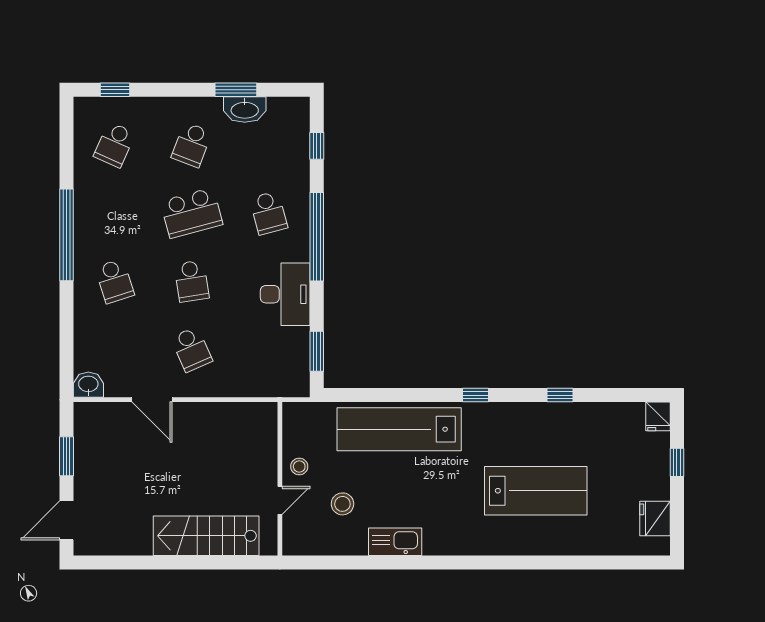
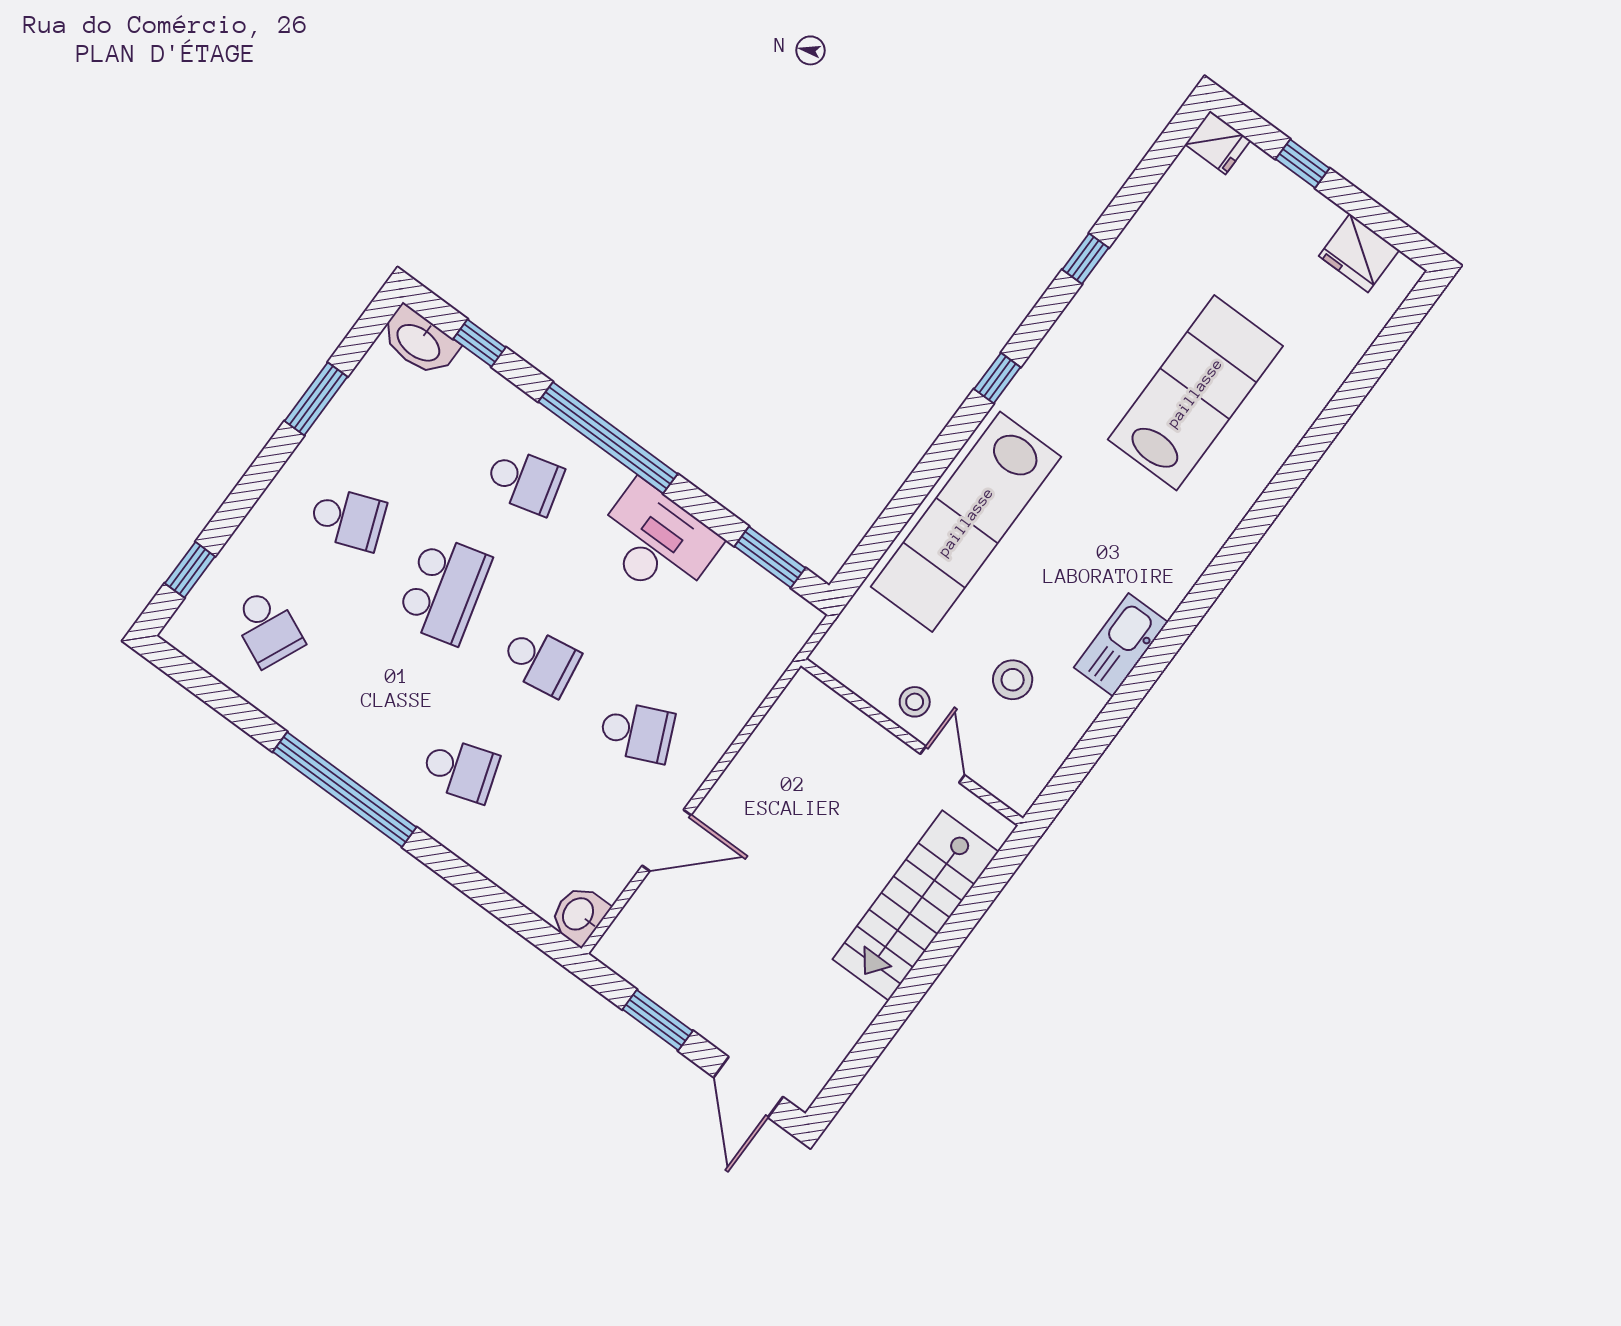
washbasin: (245, 110) -> (419, 342), moved, turned 90
school desk: (192, 145) -> (348, 519), turned -42

